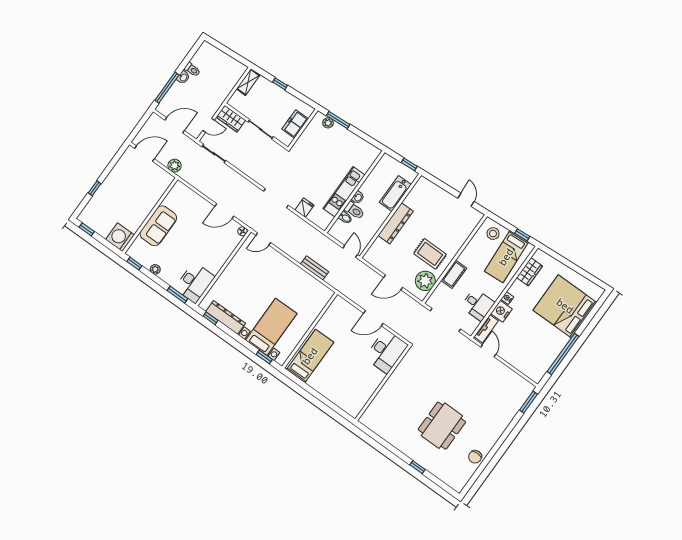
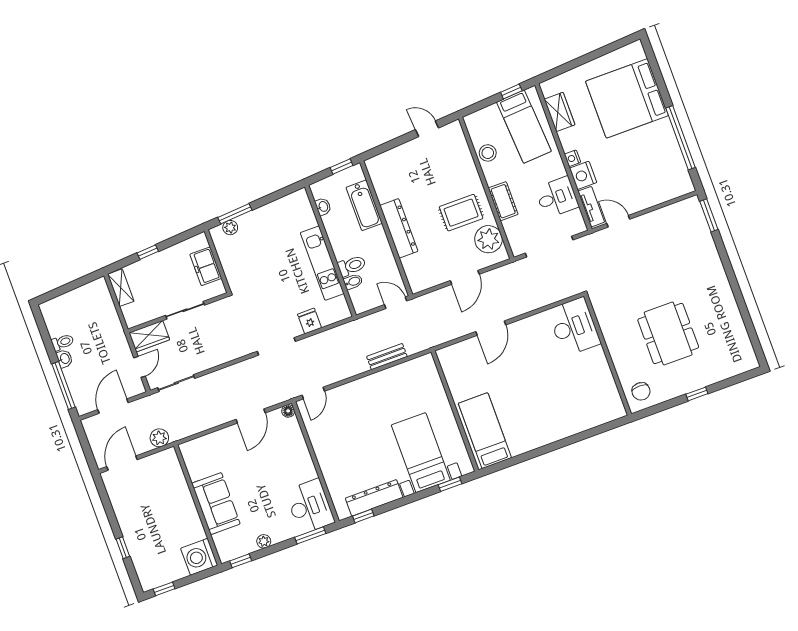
washbasin: (358, 197) -> (323, 207), moved
stool: (493, 234) -> (488, 153), moved
desk: (386, 351) -> (574, 327), moved
wall: (383, 383) -> (608, 355), moved
chair: (475, 457) -> (641, 391), moved

